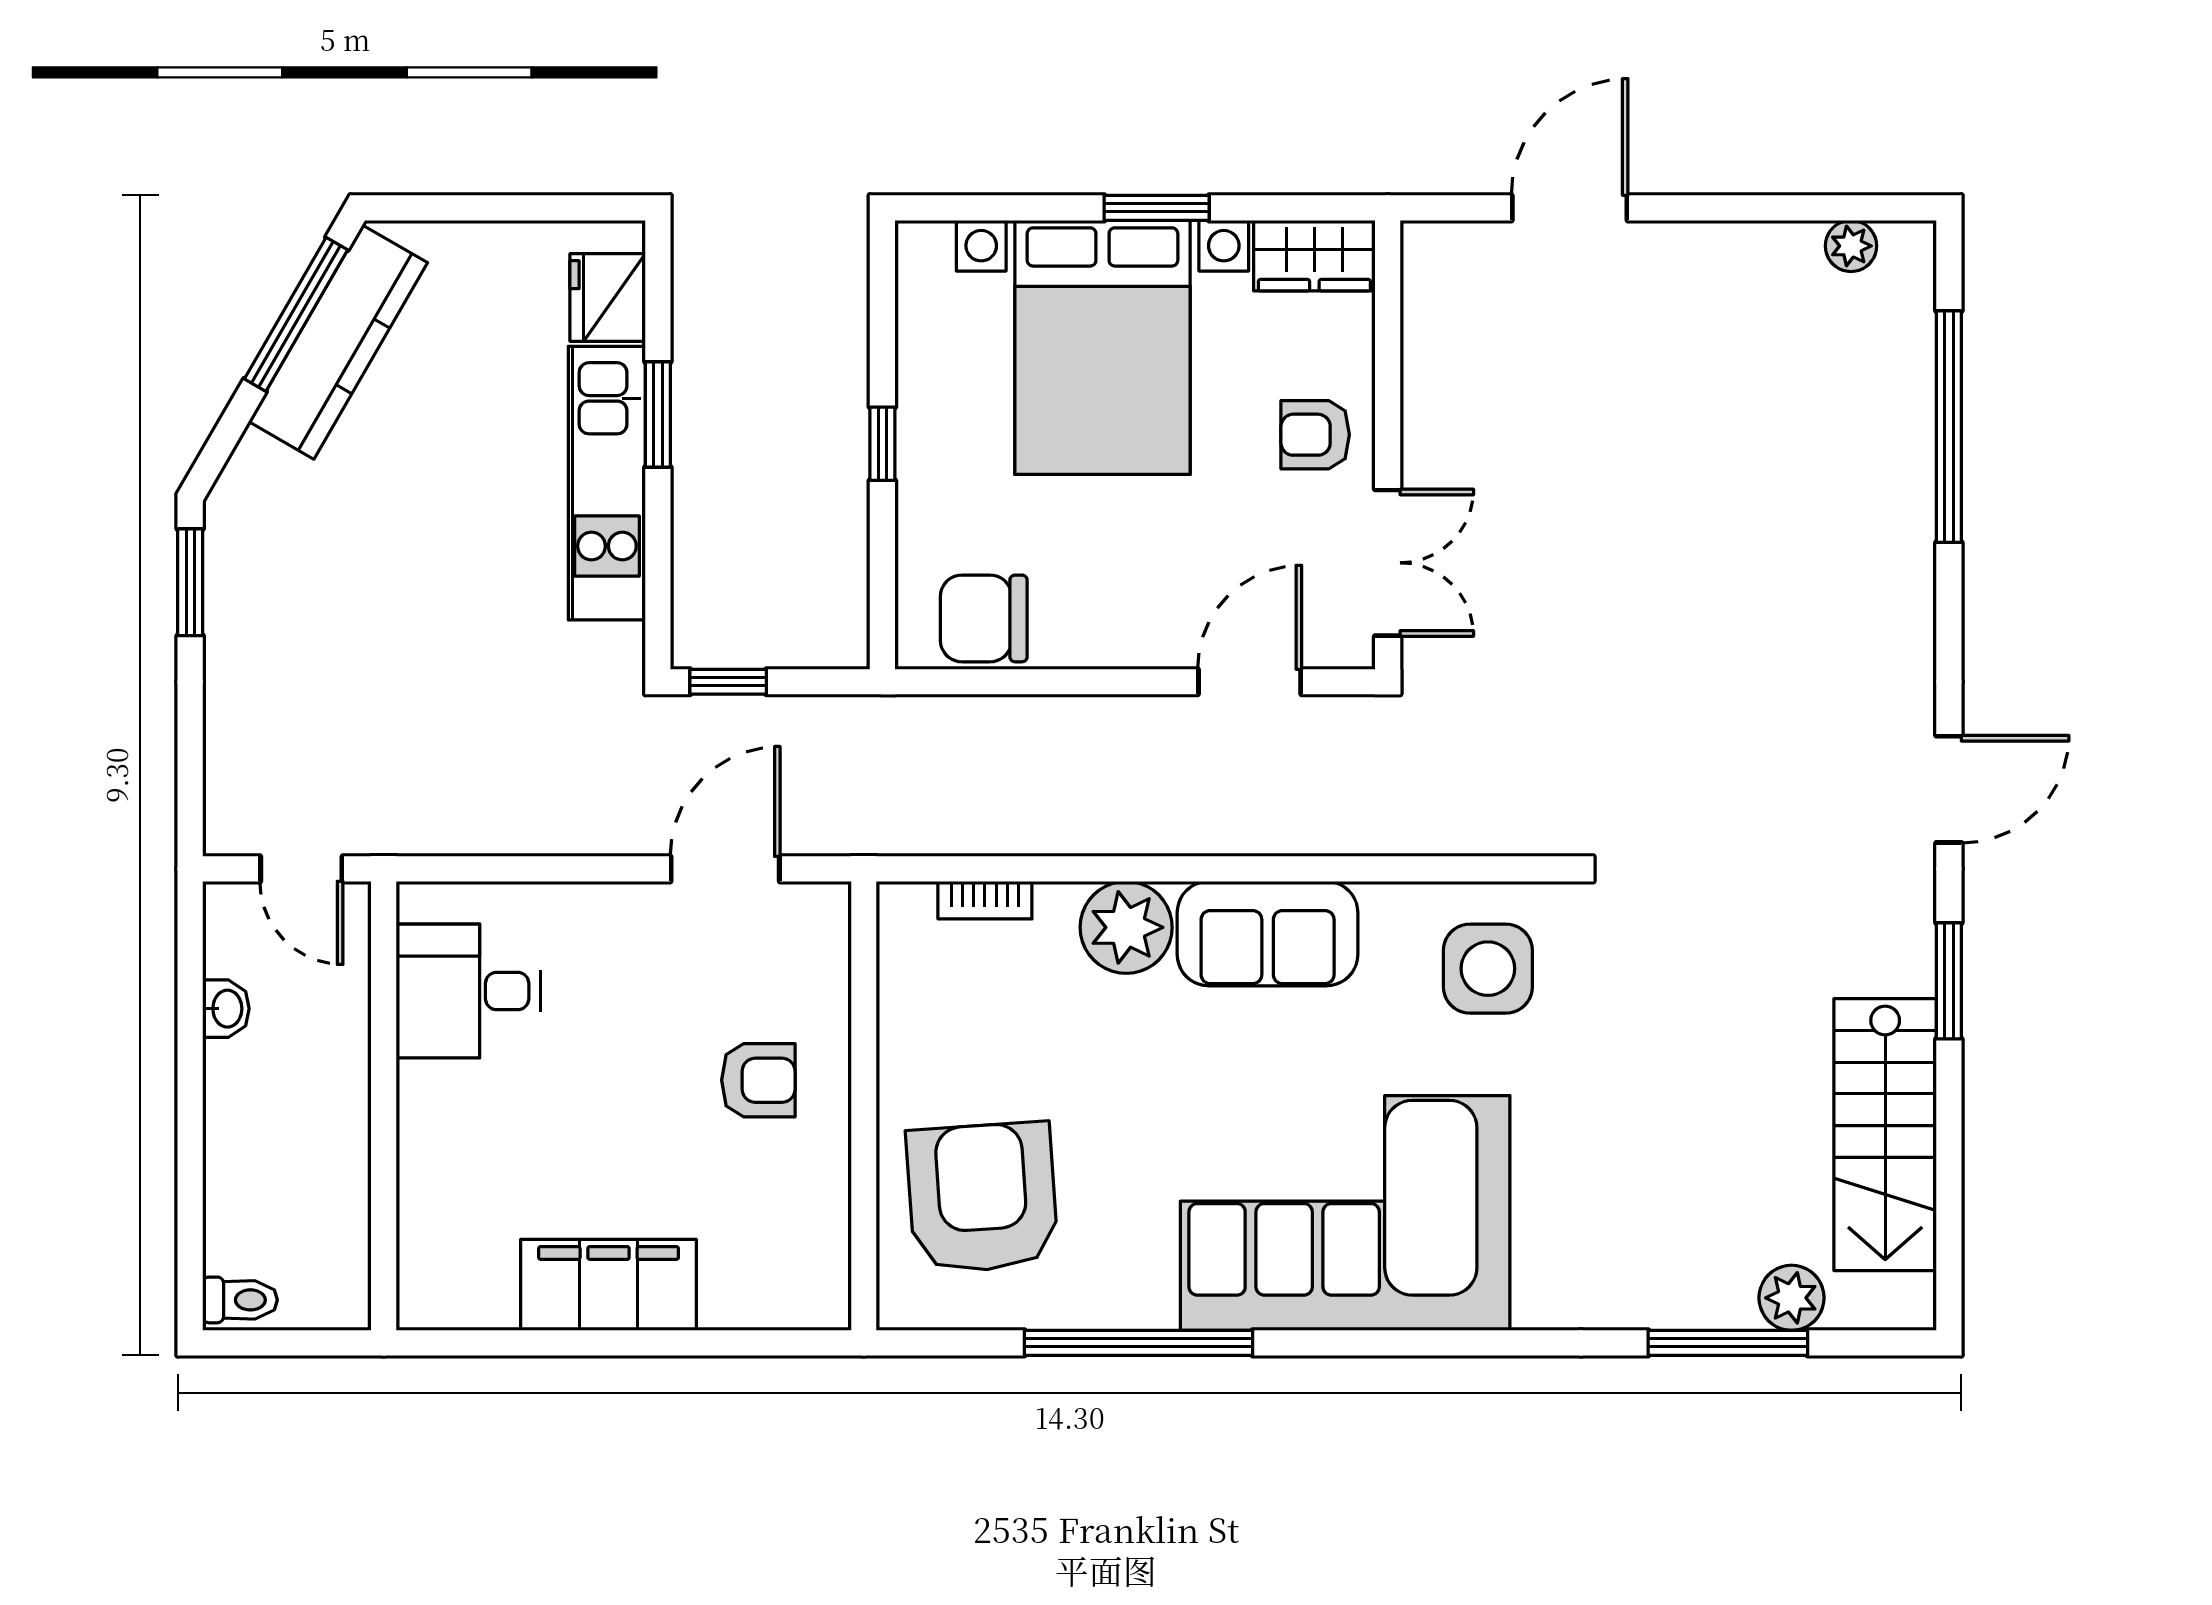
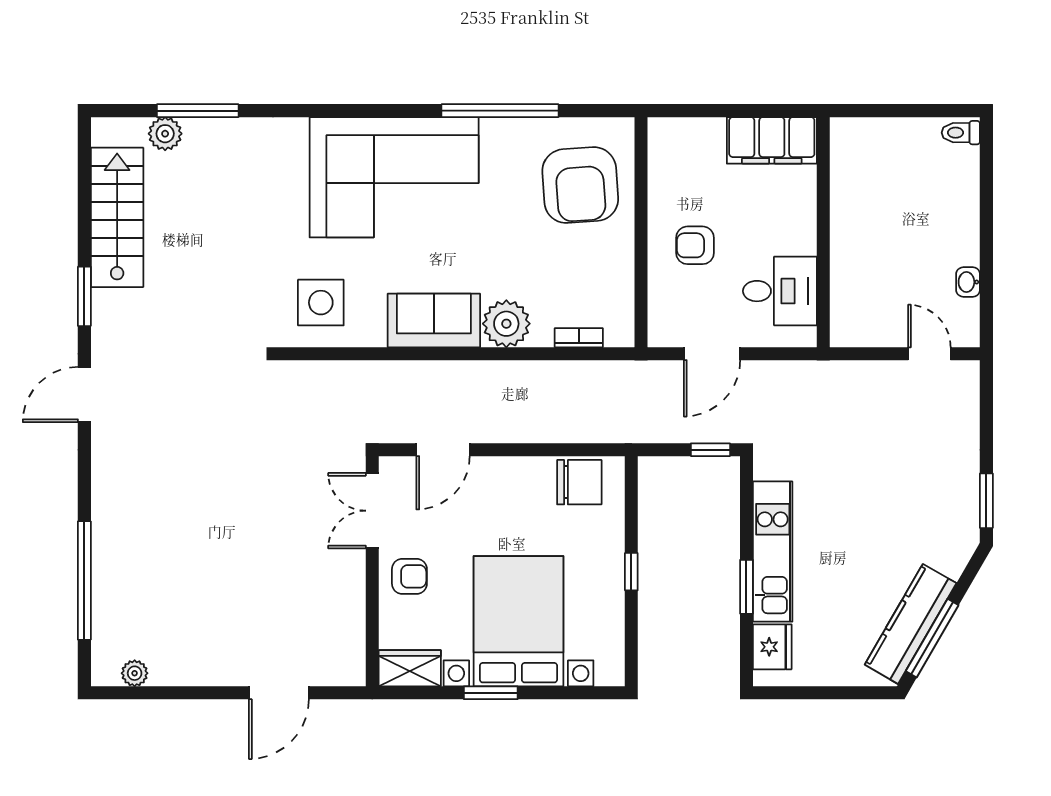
desk: (468, 991) -> (780, 291), moved
wall: (384, 1106) -> (823, 232), moved

